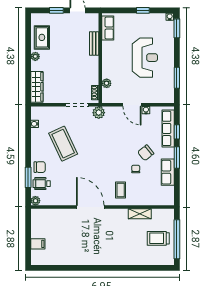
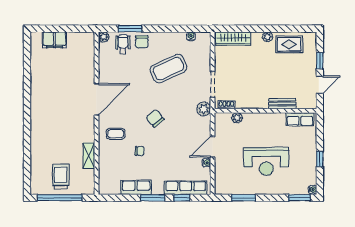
chair: (146, 153) -> (155, 118), moved
filing cabinet: (38, 244) -> (54, 40), width x2.00

